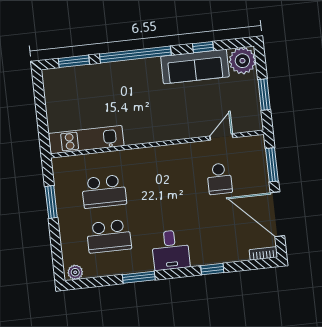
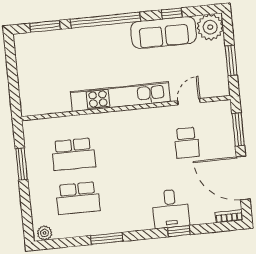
kitchen unit: (86, 140) -> (120, 97), moved, width x1.36
desk: (171, 250) -> (170, 209), moved

